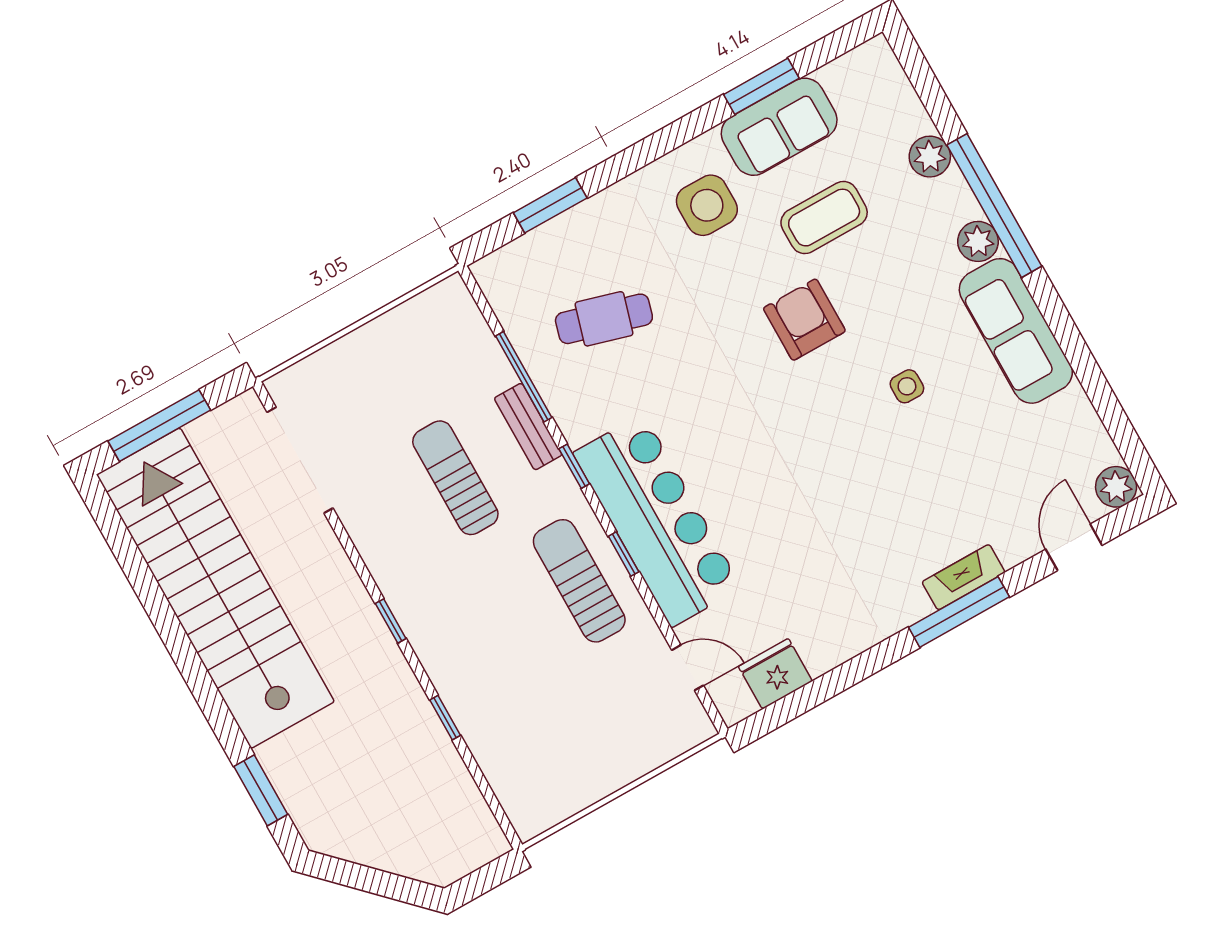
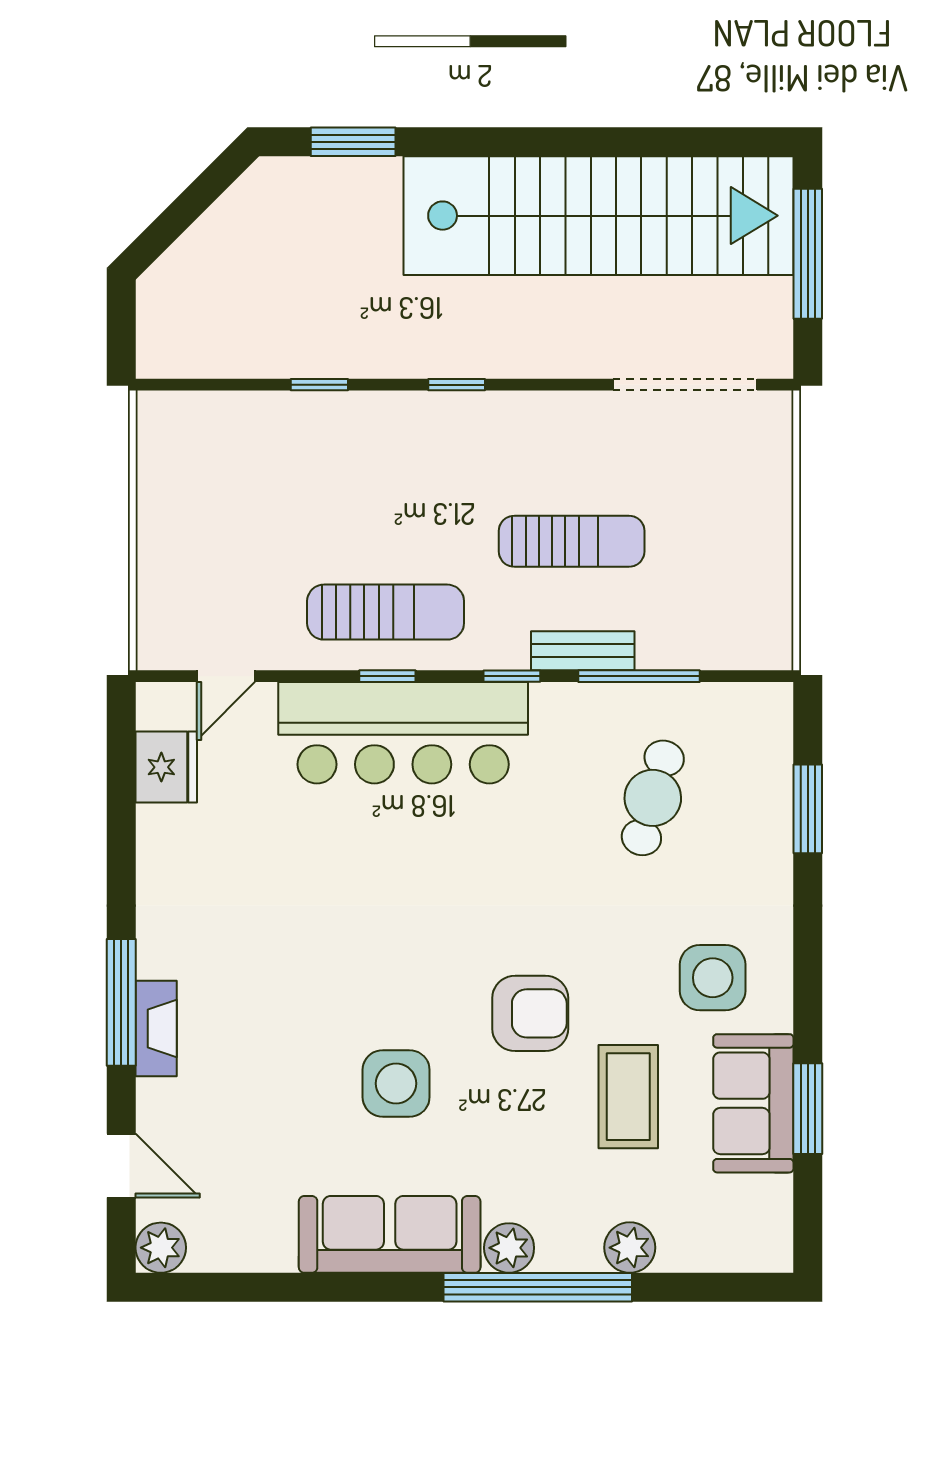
side table: (907, 386) -> (396, 1083), width x1.87, depth x1.87

